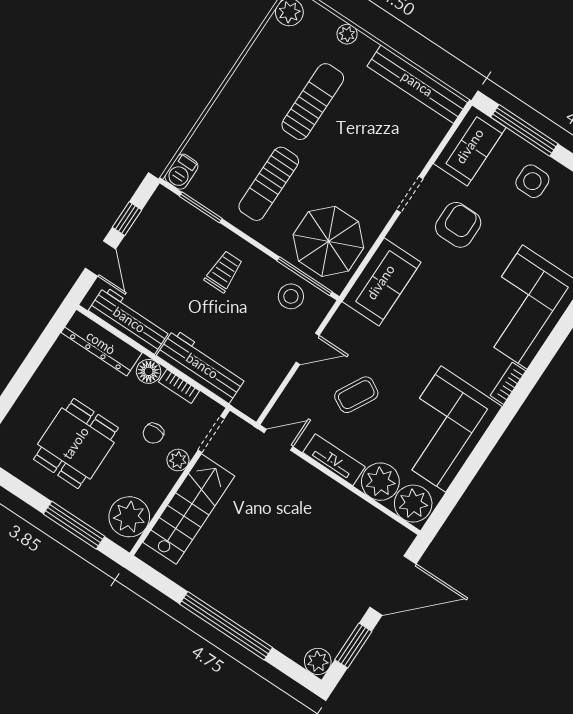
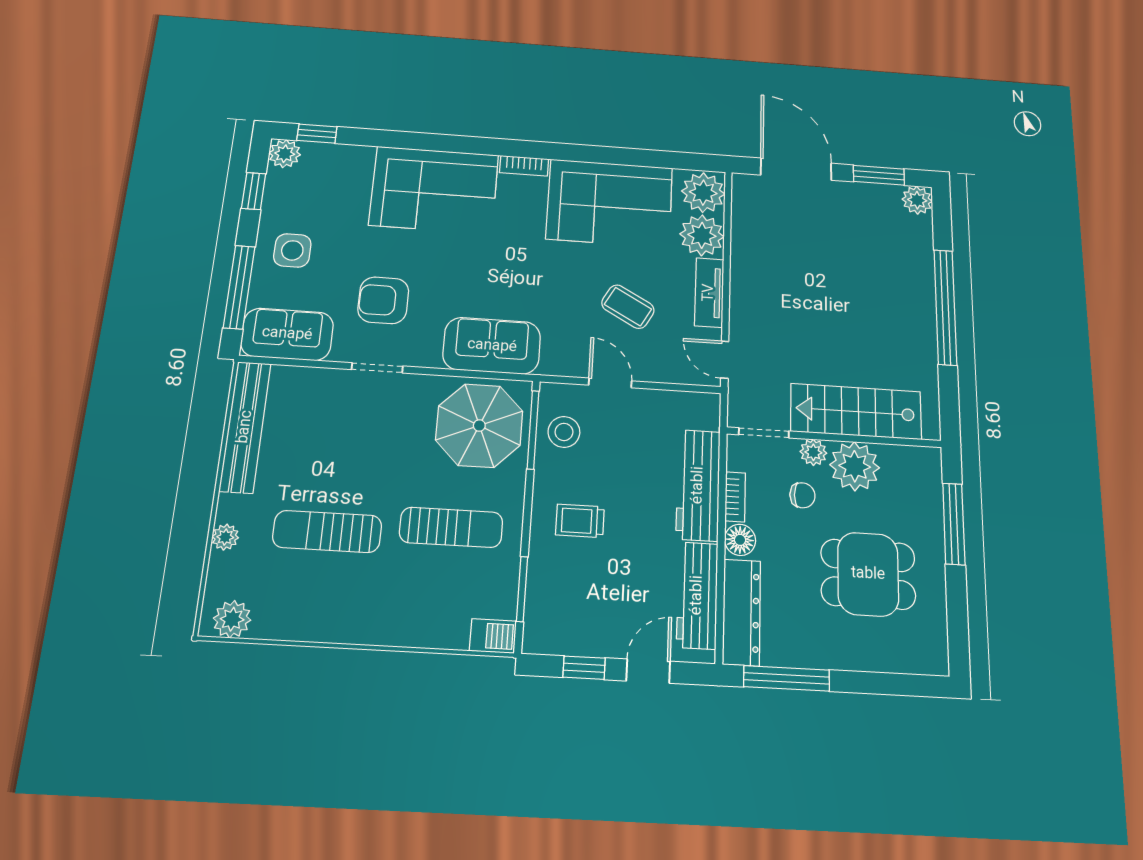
window: (43, 346) -> (787, 678), added
plant: (129, 517) -> (855, 466), moved

